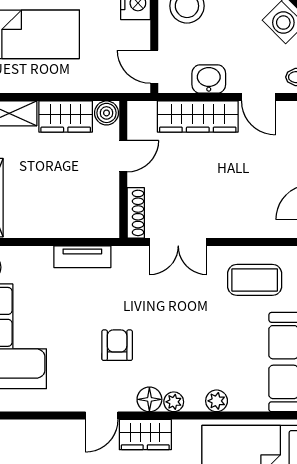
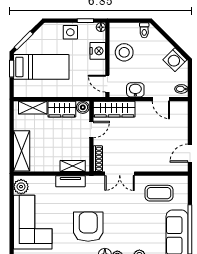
wardrobe: (198, 117) -> (114, 109), moved
shelving: (87, 227) -> (73, 166), added
armchair: (117, 345) -> (88, 227), width x1.88, depth x1.88

